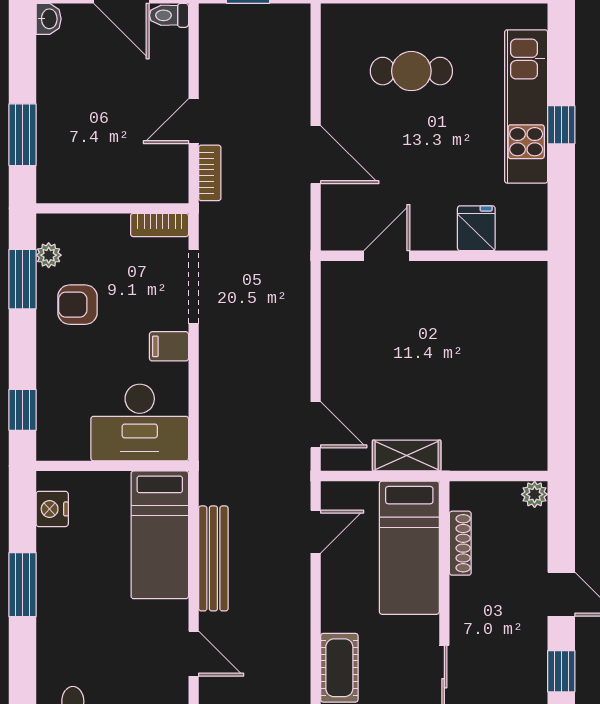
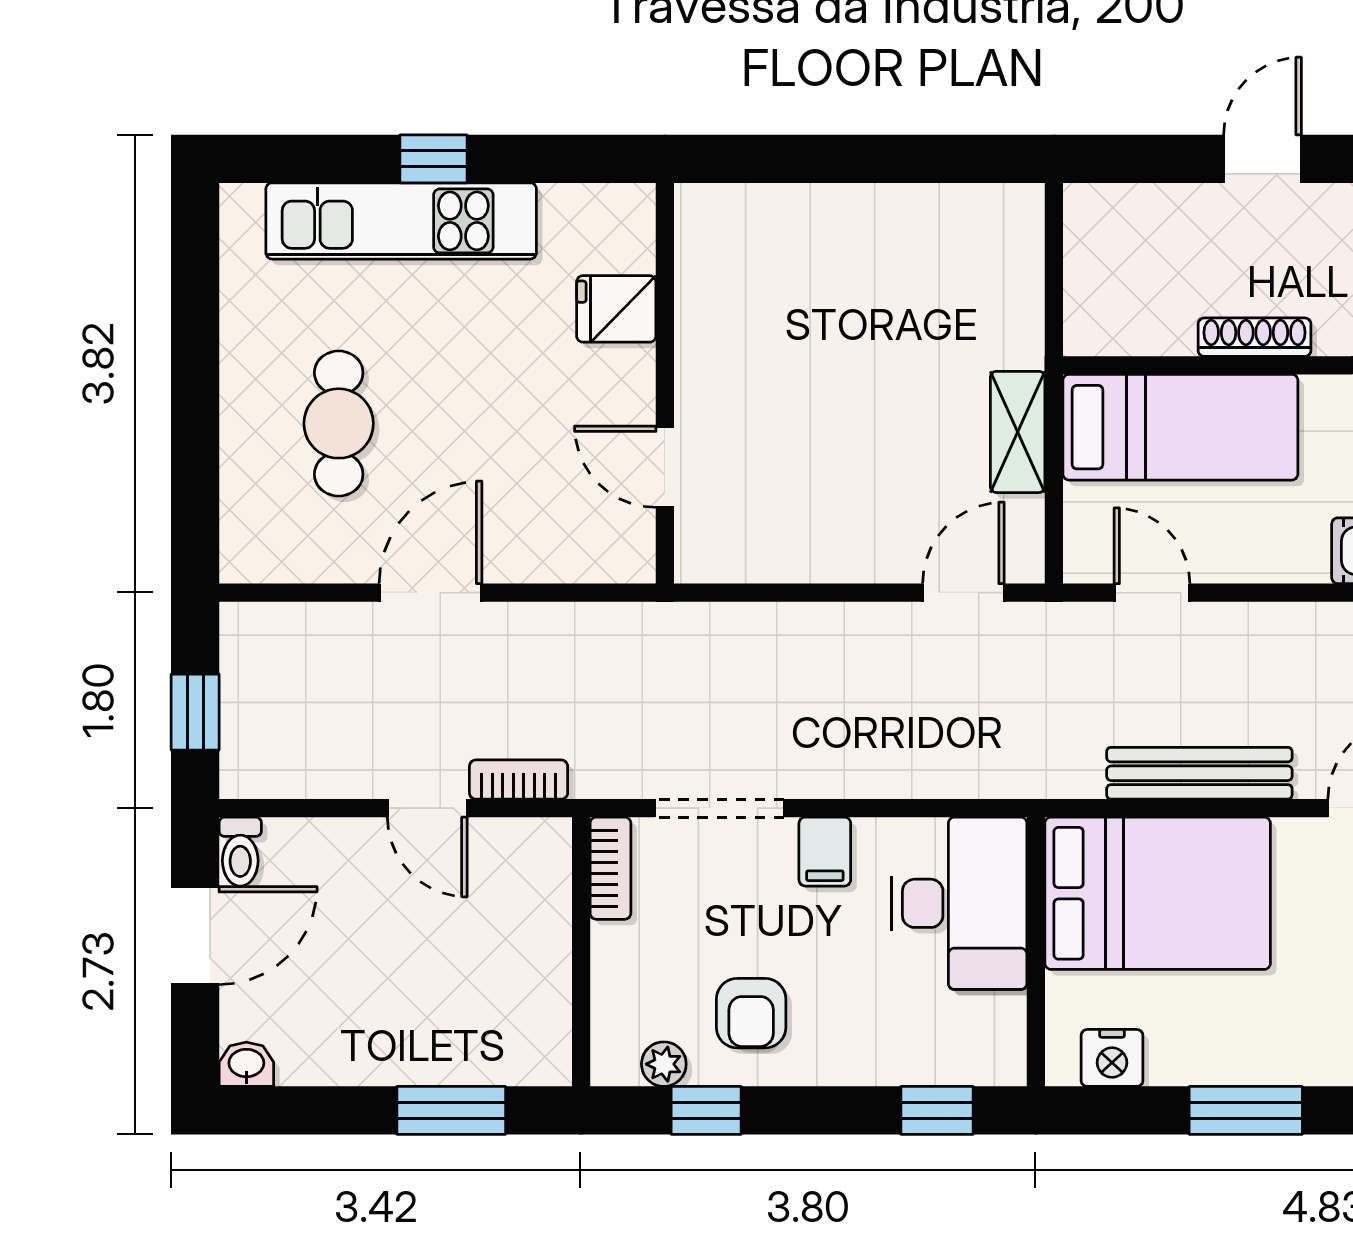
door: (316, 155) -> (430, 593), moved
window: (22, 279) -> (706, 1110), width x0.67
plant: (535, 494) -> (1086, 206), removed
bed: (160, 535) -> (1158, 893), width x1.50
shoe rack: (460, 543) -> (1254, 337), moved

